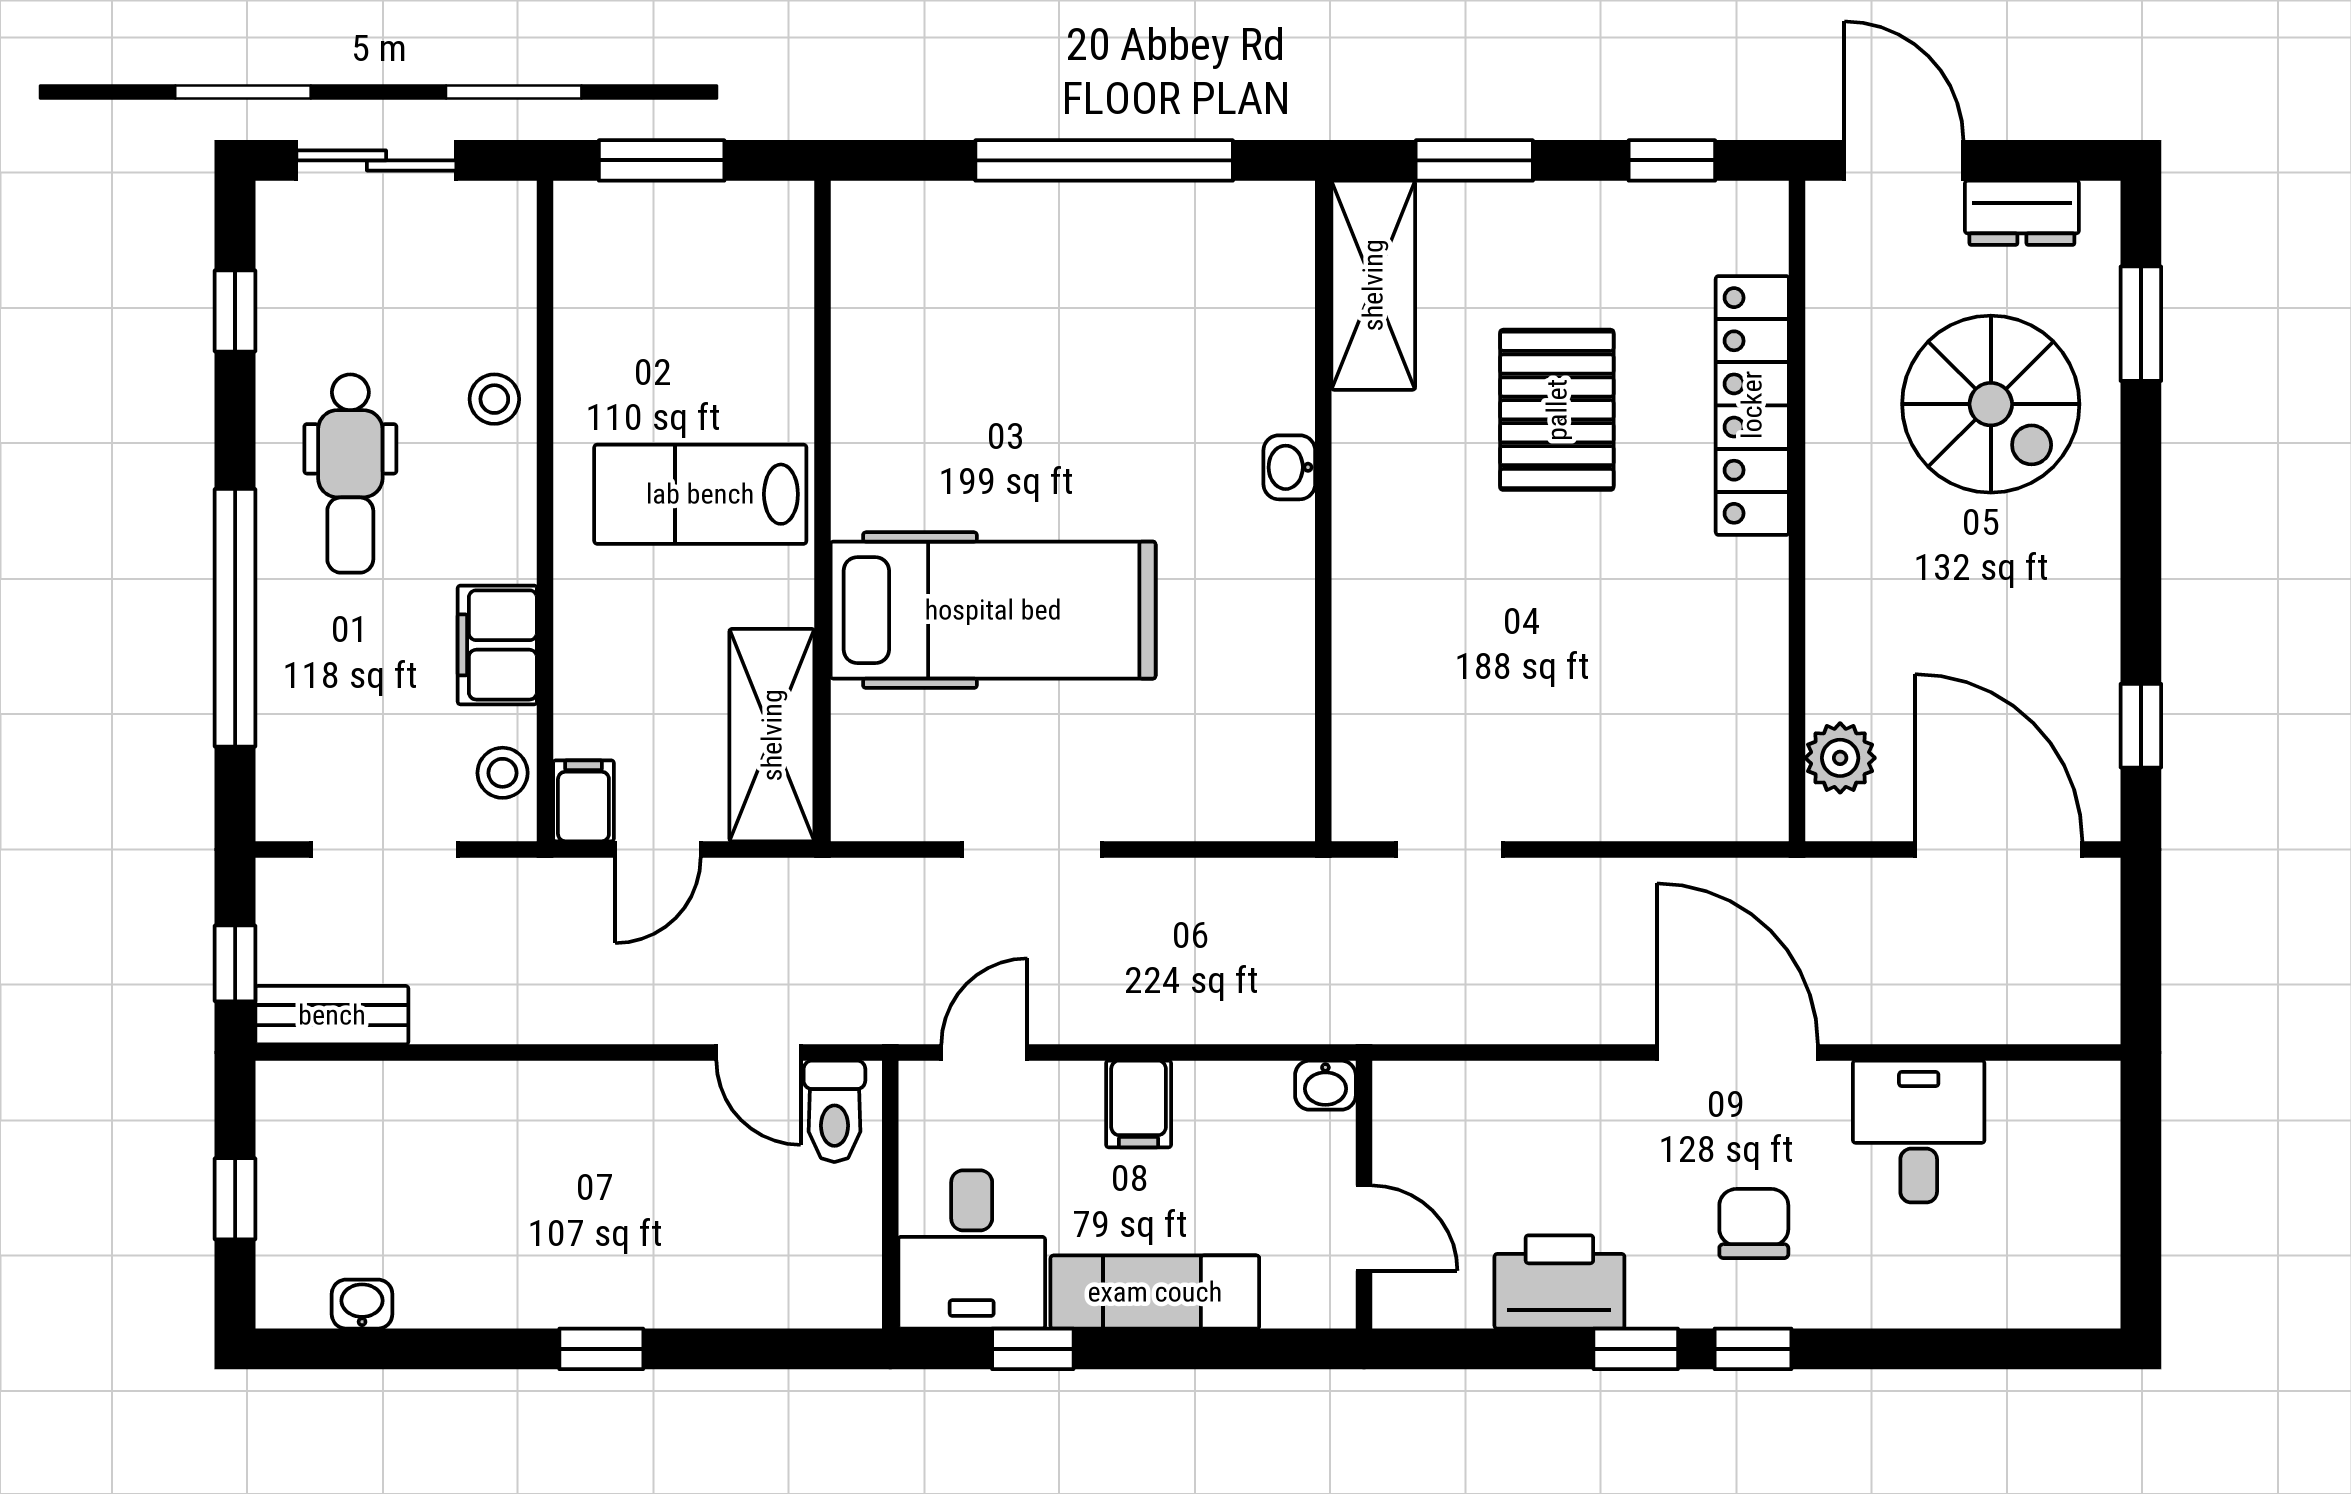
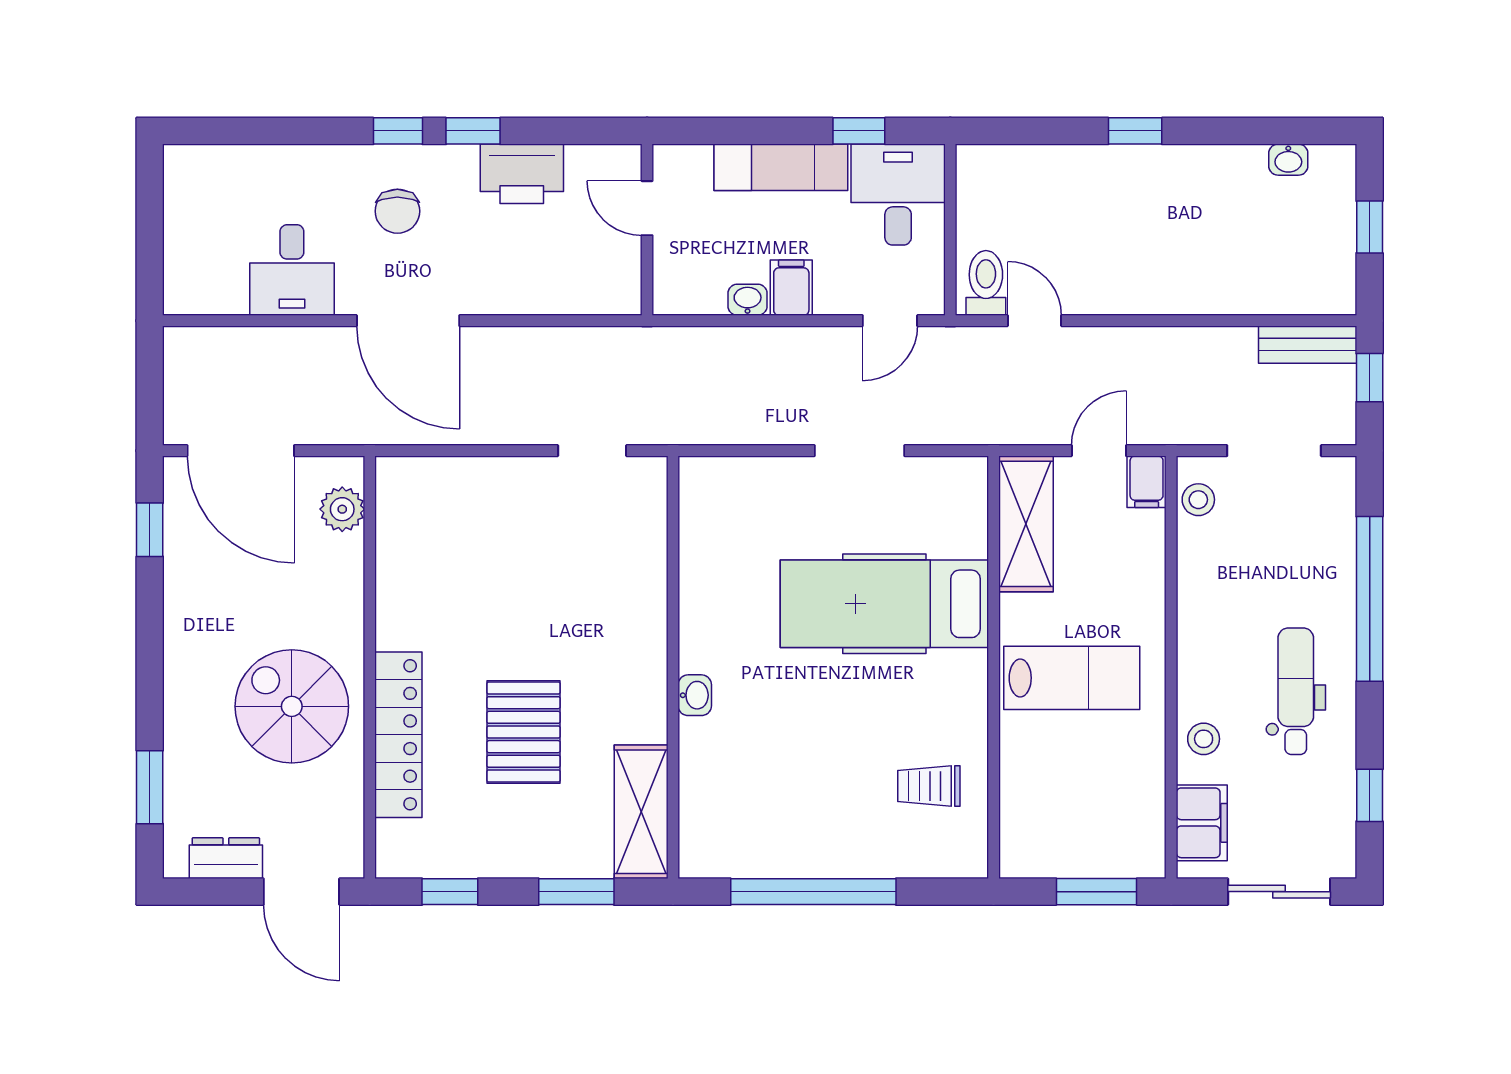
trolley: (924, 325) -> (929, 786), added
spiral stairs: (1991, 404) -> (292, 706), moved
filing cabinet: (497, 645) -> (1202, 823), moved
washbasin: (1325, 1085) -> (748, 300), moved

